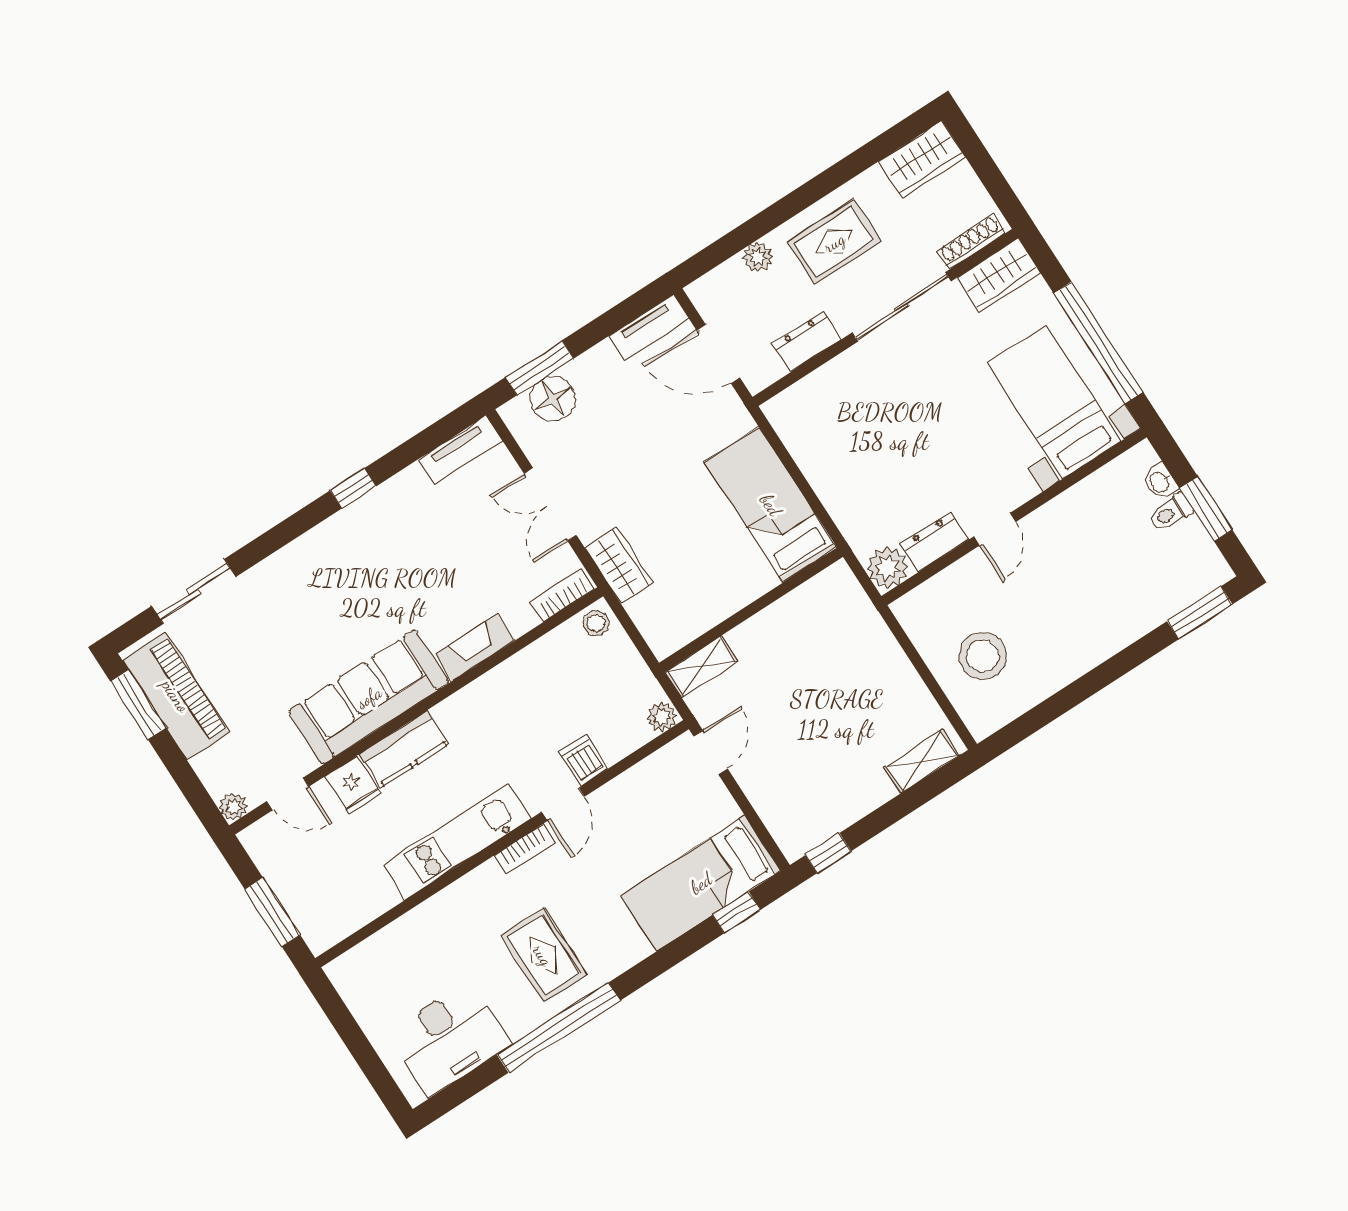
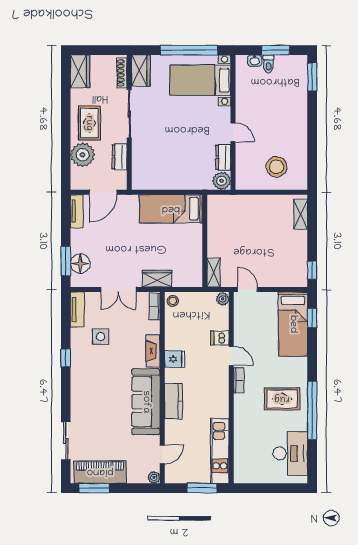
plant: (758, 257) -> (83, 155), width x1.88, depth x1.88
side table: (438, 529) -> (101, 337), added
fridge: (353, 785) -> (175, 359), moved
kitchen unit: (457, 841) -> (220, 451), moved

